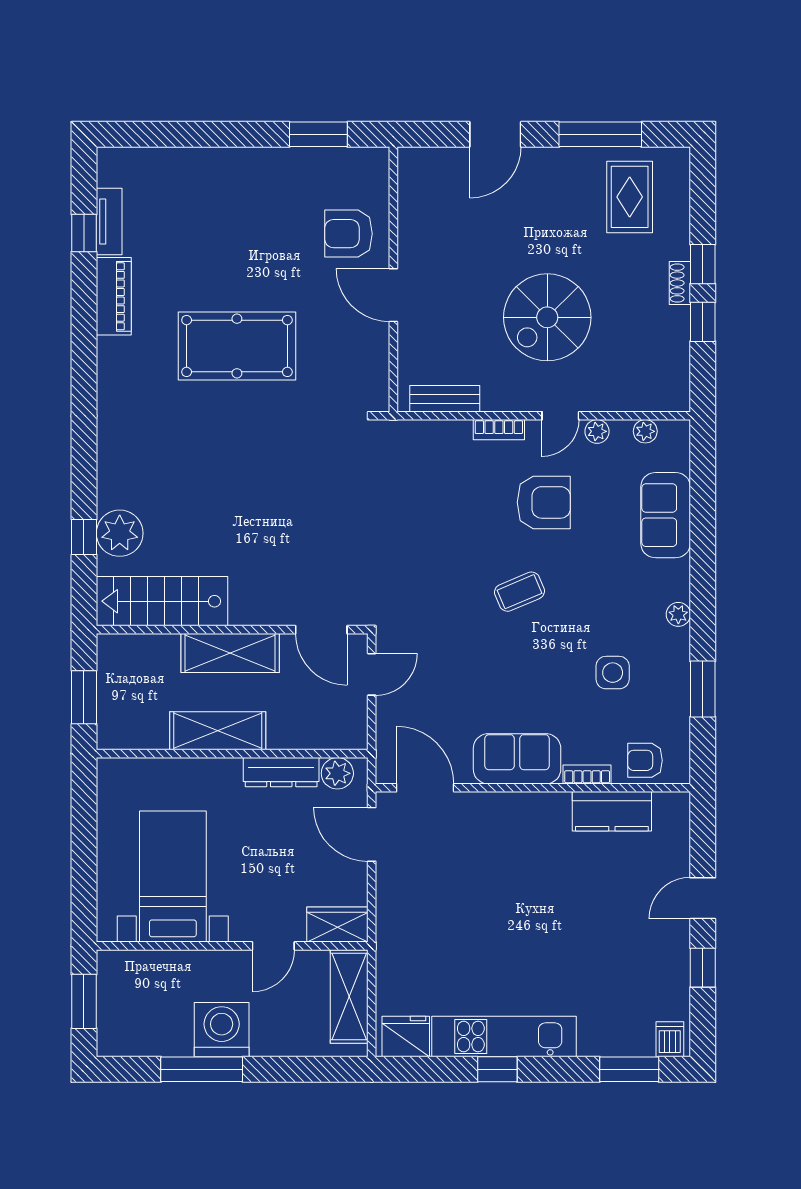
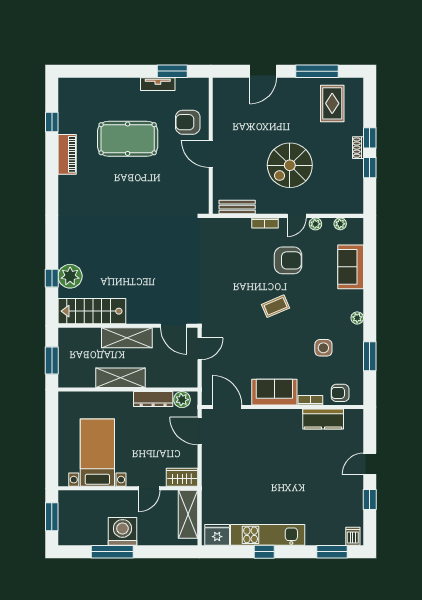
tv unit: (109, 222) -> (158, 84), moved, turned 90
pool table: (237, 346) -> (128, 139), moved

